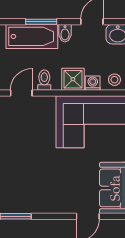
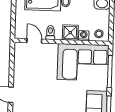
door: (21, 93) -> (34, 41), hinge flipped

